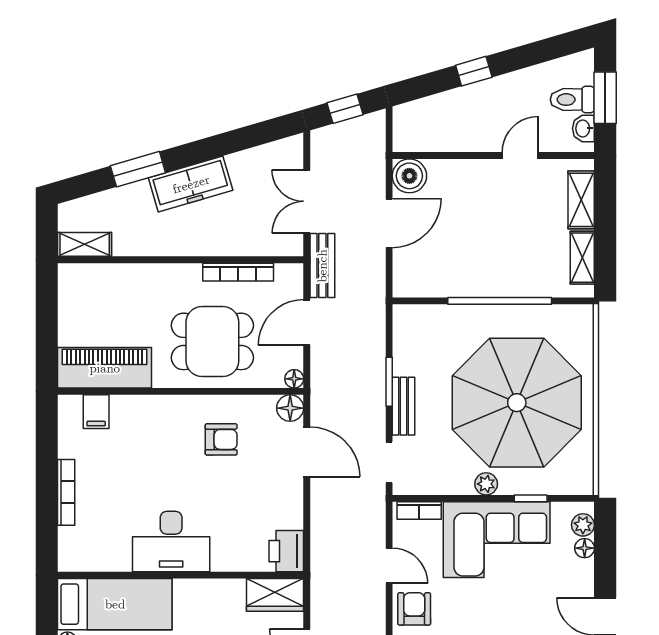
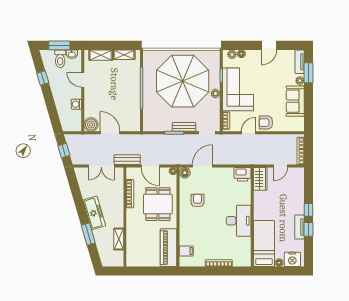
window: (474, 71) -> (43, 78), moved
washing machine: (460, 140) -> (76, 104), added
shelving: (85, 244) -> (119, 239), moved

